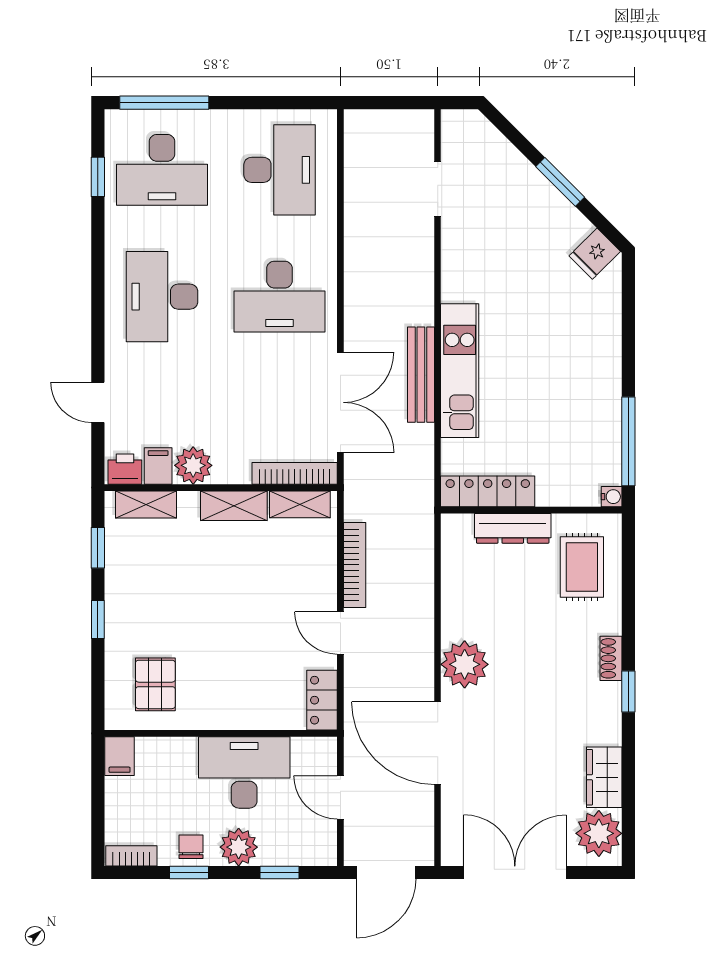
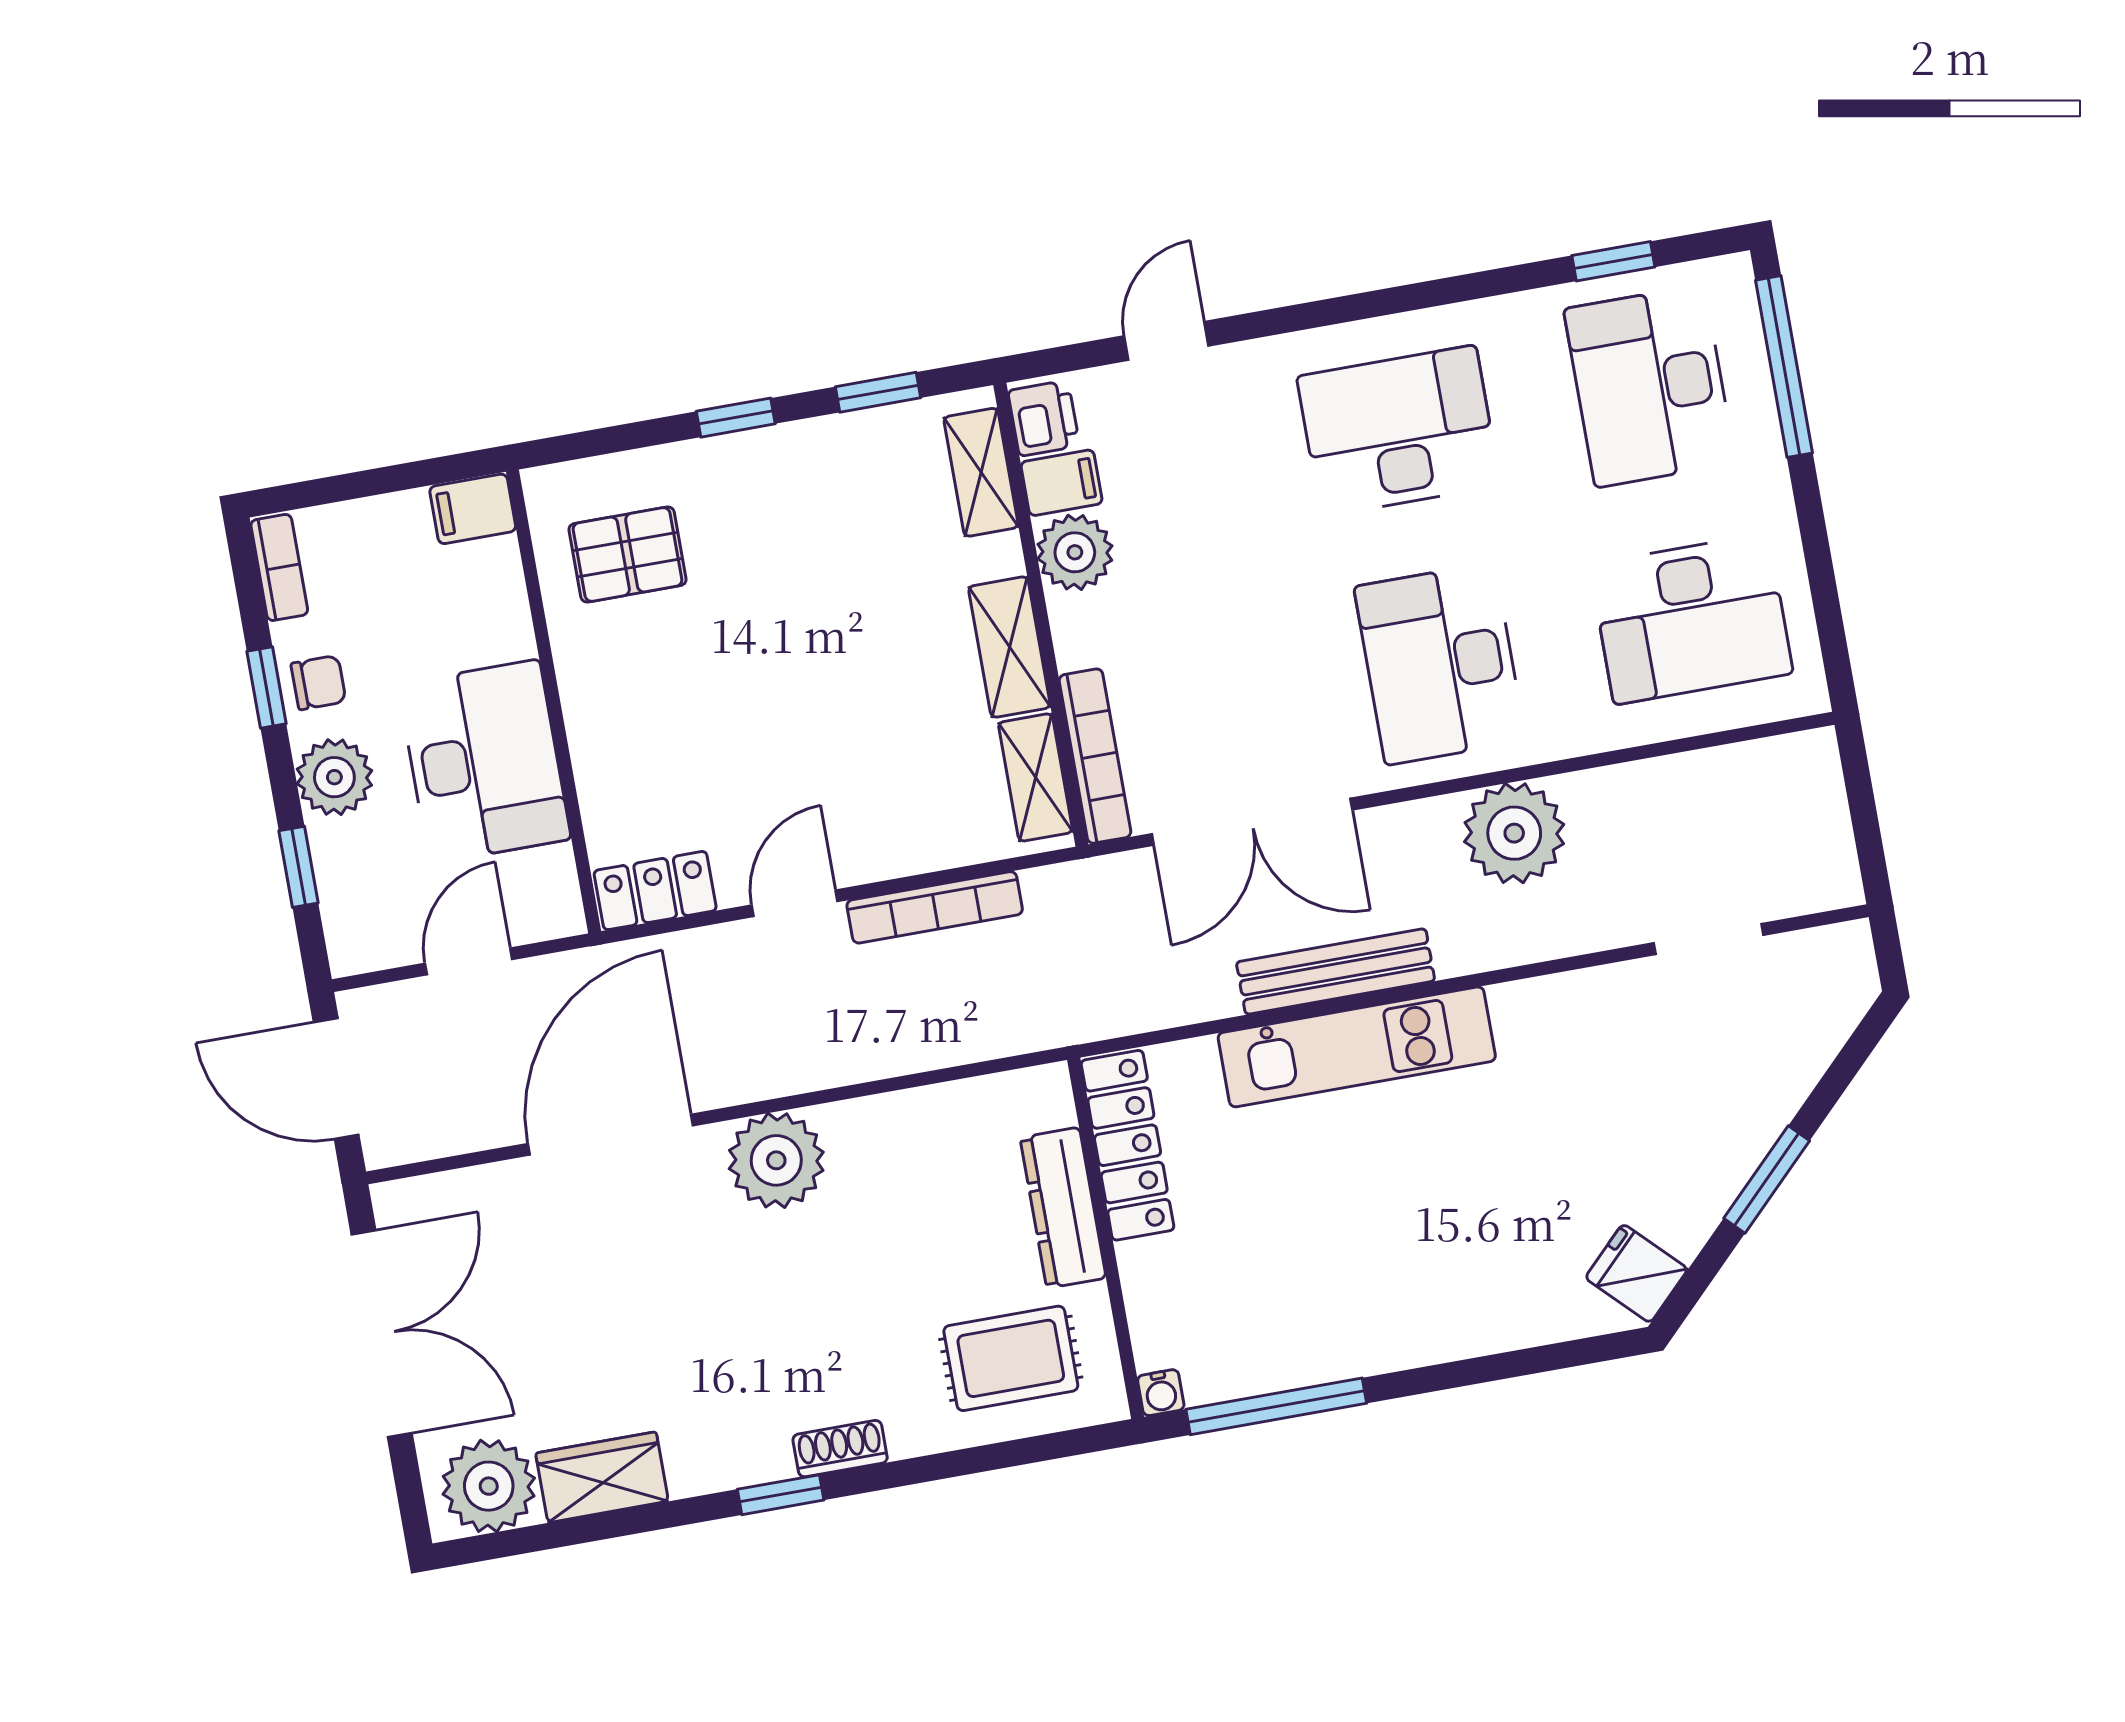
plant: (369, 275) -> (1514, 833), added

